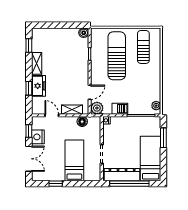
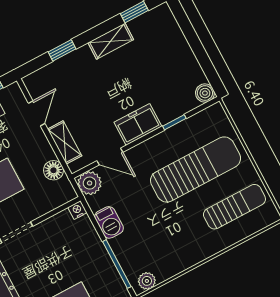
freezer: (39, 86) -> (138, 124), moved, turned 180

